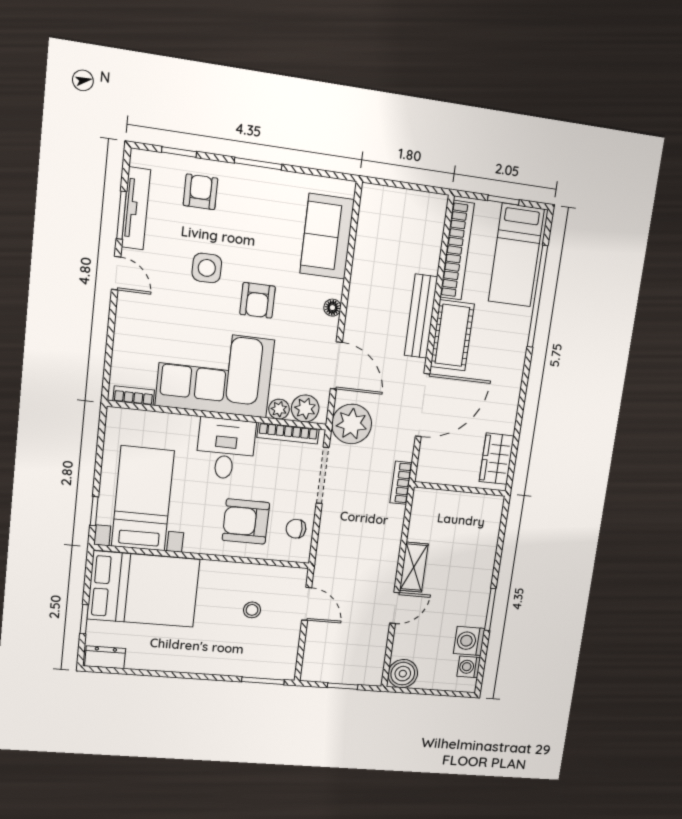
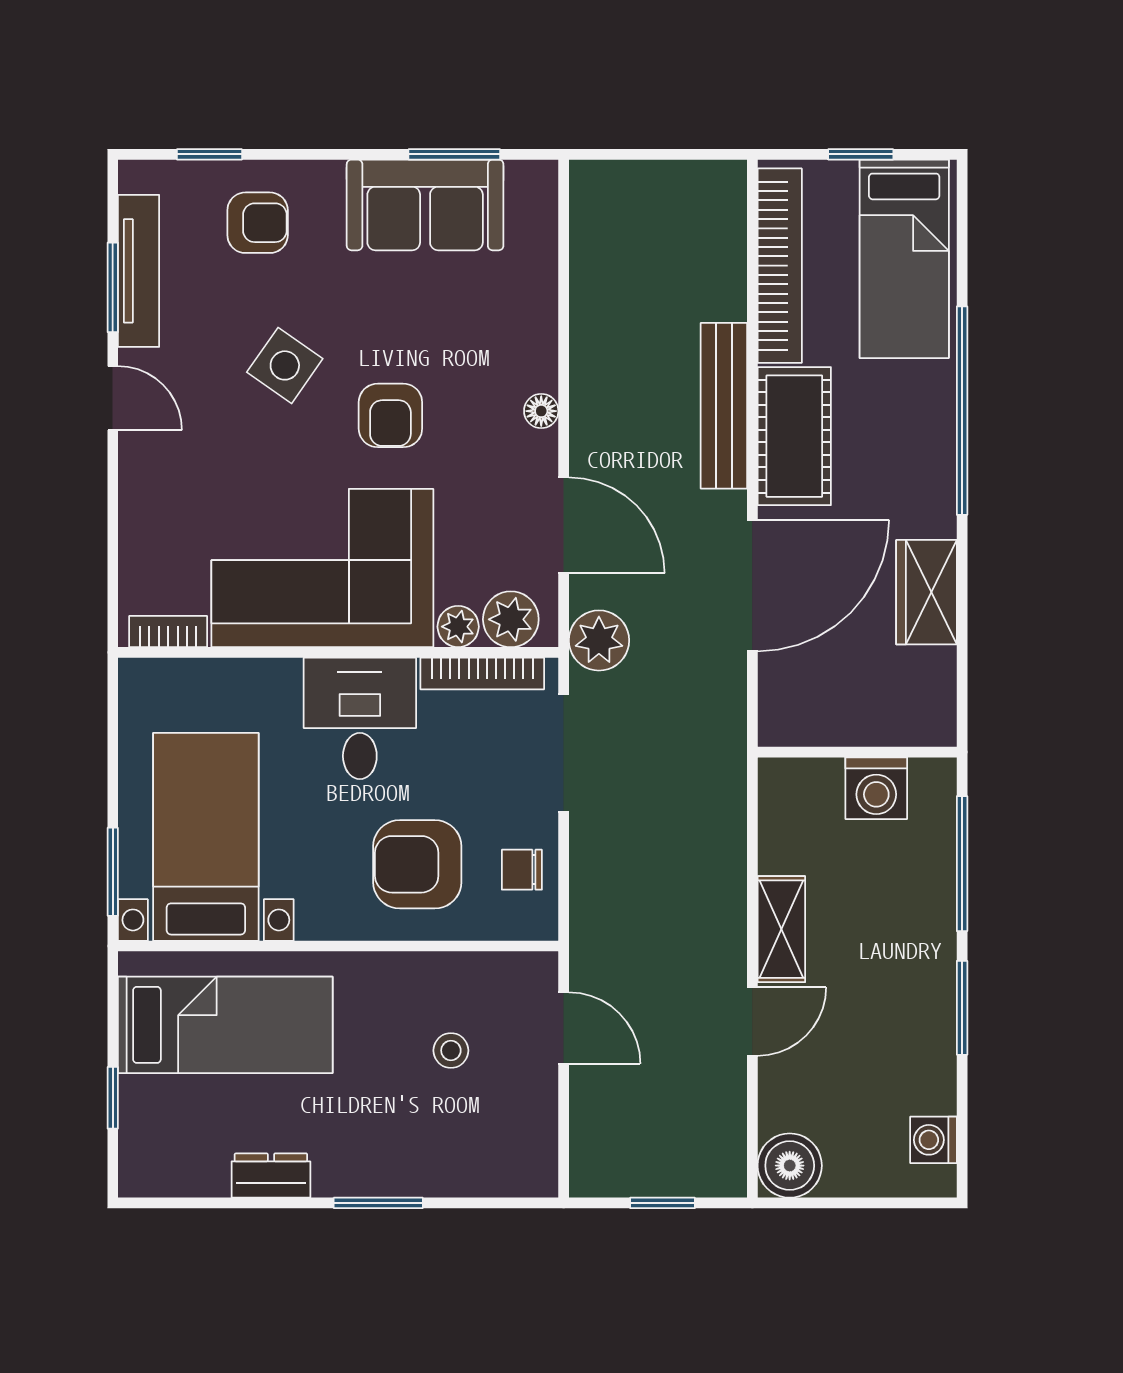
window: (258, 164) -> (454, 154), moved
armchair: (201, 192) -> (258, 223), turned 90
sofa: (327, 236) -> (425, 205), moved, turned -90
side table: (207, 268) -> (285, 365), turned 35
window: (538, 297) -> (962, 411), moved
plant: (352, 424) -> (599, 640), width x0.73, depth x0.73
wardrobe: (497, 459) -> (927, 592), moved
bookcase: (401, 483) -> (729, 752), removed
window: (94, 511) -> (113, 872), width x1.50
window: (500, 545) -> (962, 864), added
bed: (144, 589) -> (225, 1025), width x0.67
washing machine: (469, 641) -> (876, 788), moved, turned -90
dresser: (105, 657) -> (271, 1175), moved
window: (263, 681) -> (378, 1203), moved

